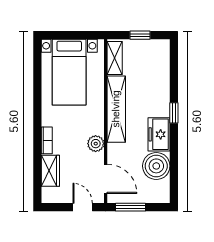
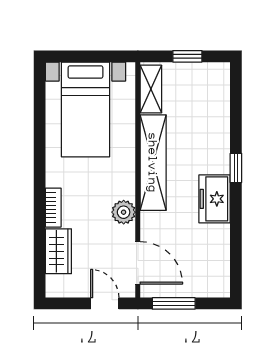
boiler: (156, 166) -> (211, 244), removed

